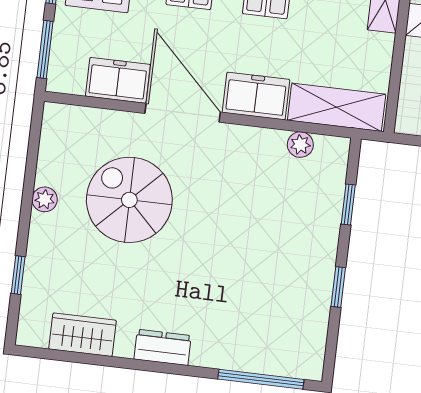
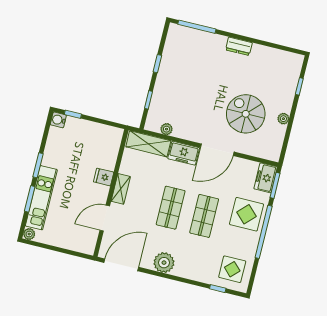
freezer: (118, 80) -> (266, 178), moved, turned 90
door: (183, 113) -> (217, 150), hinge flipped
spiral stairs: (129, 200) -> (246, 114), turned 180
wardrobe: (82, 335) -> (274, 56), removed

